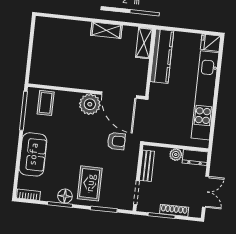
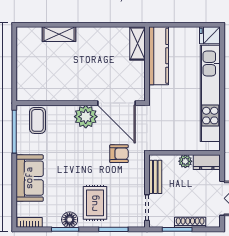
shelving: (106, 30) -> (59, 34), moved

